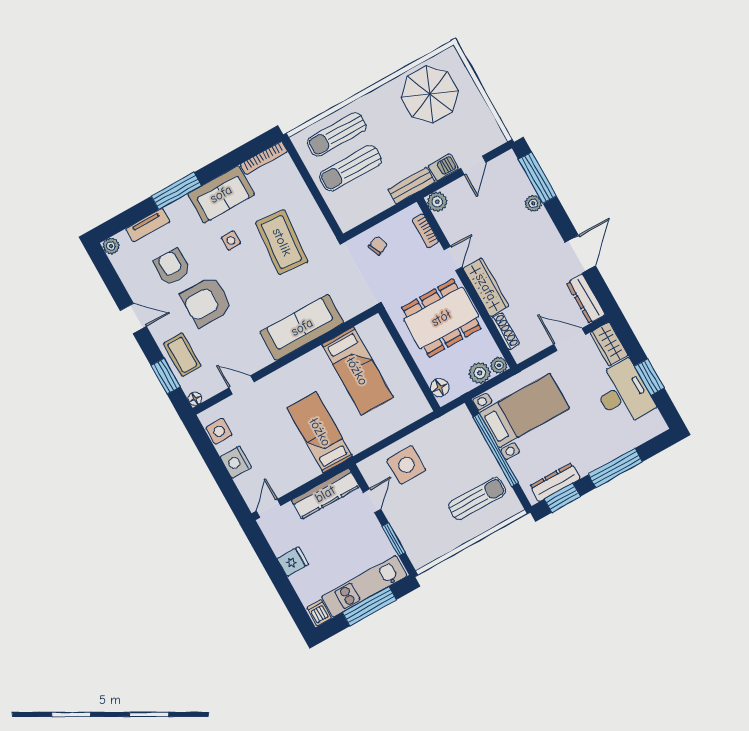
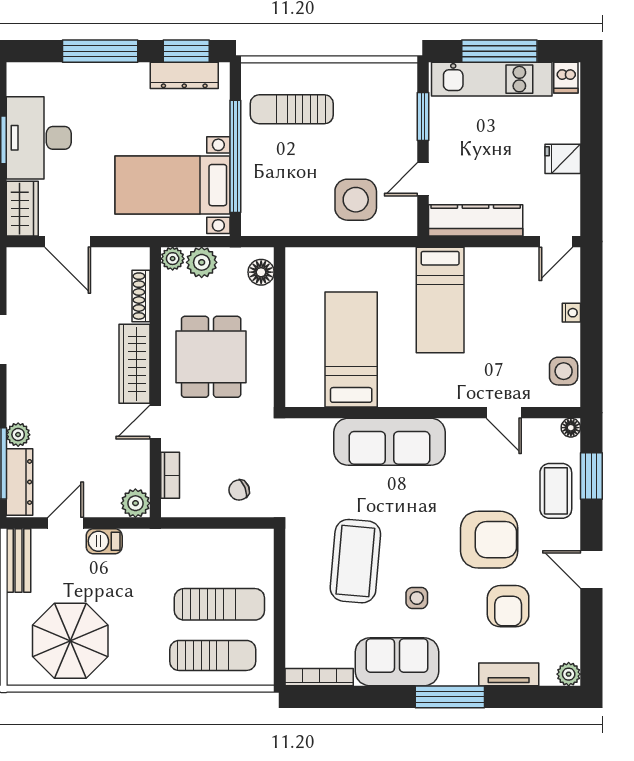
bench: (411, 186) -> (19, 560), moved, turned 90
dresser: (586, 299) -> (19, 482), moved
dining table: (441, 318) -> (211, 357), width x0.73
nightstand: (236, 462) -> (571, 313), width x0.53, depth x0.56

